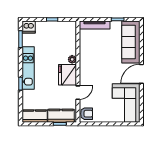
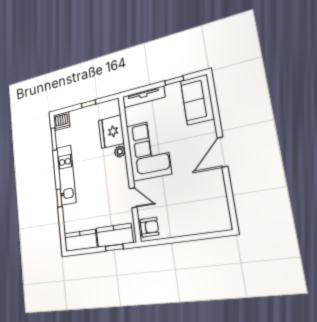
sofa: (131, 42) -> (197, 100), width x0.73
fridge: (67, 75) -> (111, 132), moved
door: (78, 93) -> (133, 198), hinge flipped
corner sofa: (126, 103) -> (149, 150), moved, turned 180

